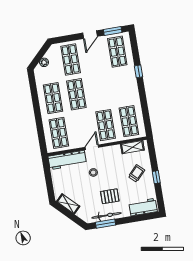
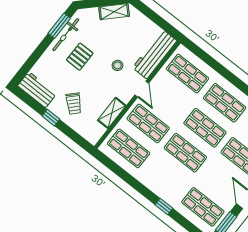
shop shelf: (100, 90) -> (185, 153), added
shelving: (132, 147) -> (112, 113), moved
workbench: (143, 207) -> (37, 90), moved, turned -90

